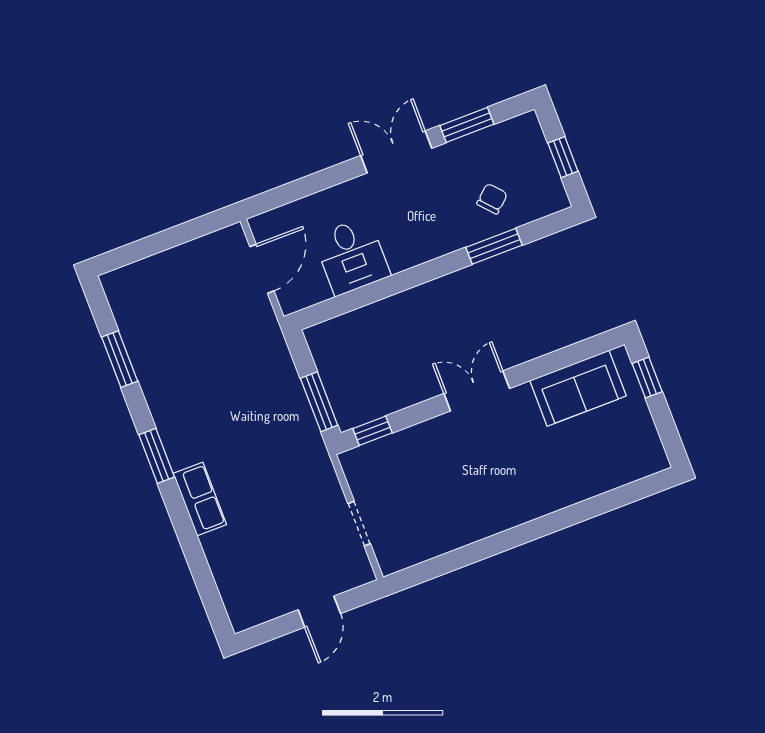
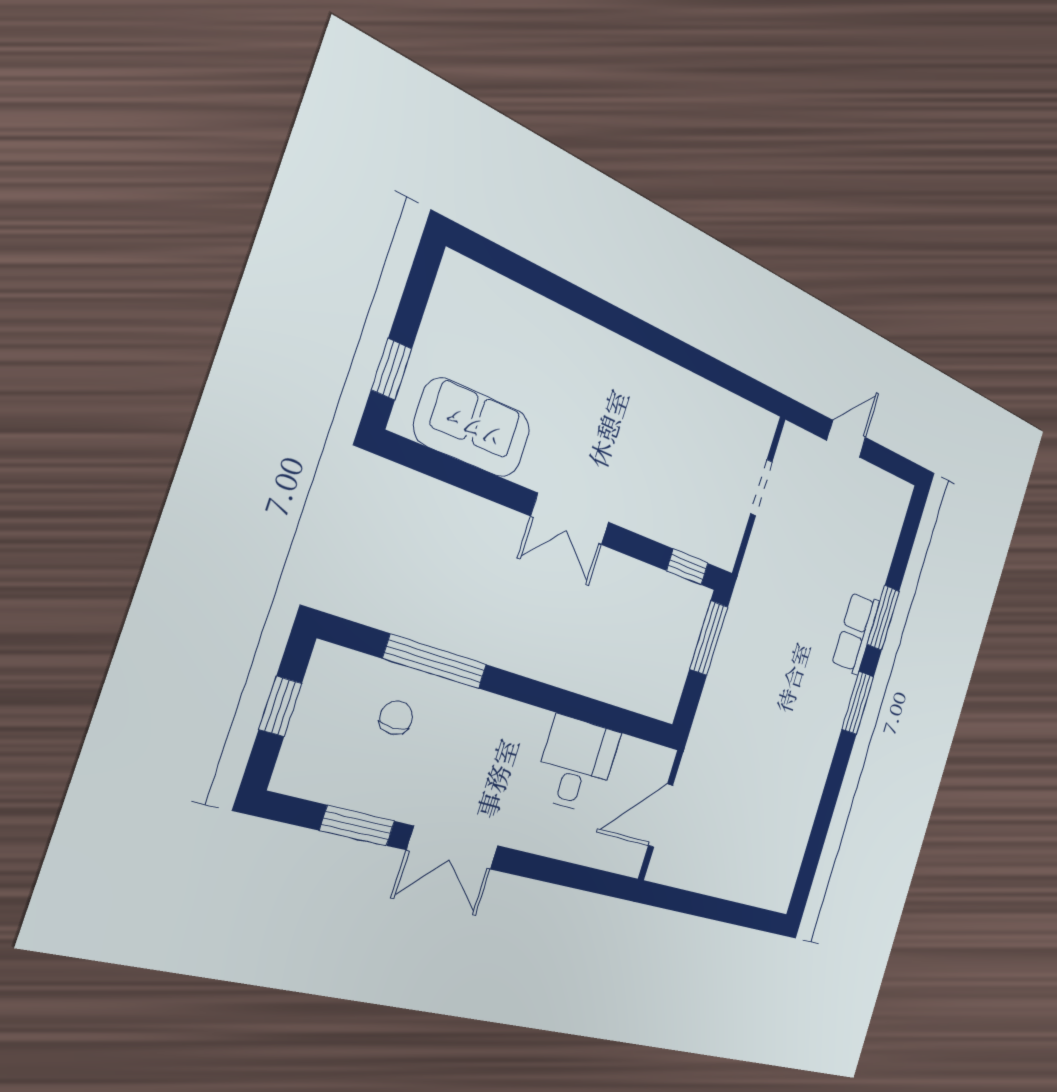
chair: (492, 199) -> (396, 718), turned 132
window: (494, 246) -> (435, 662), width x1.44
window: (120, 359) -> (883, 618), moved

